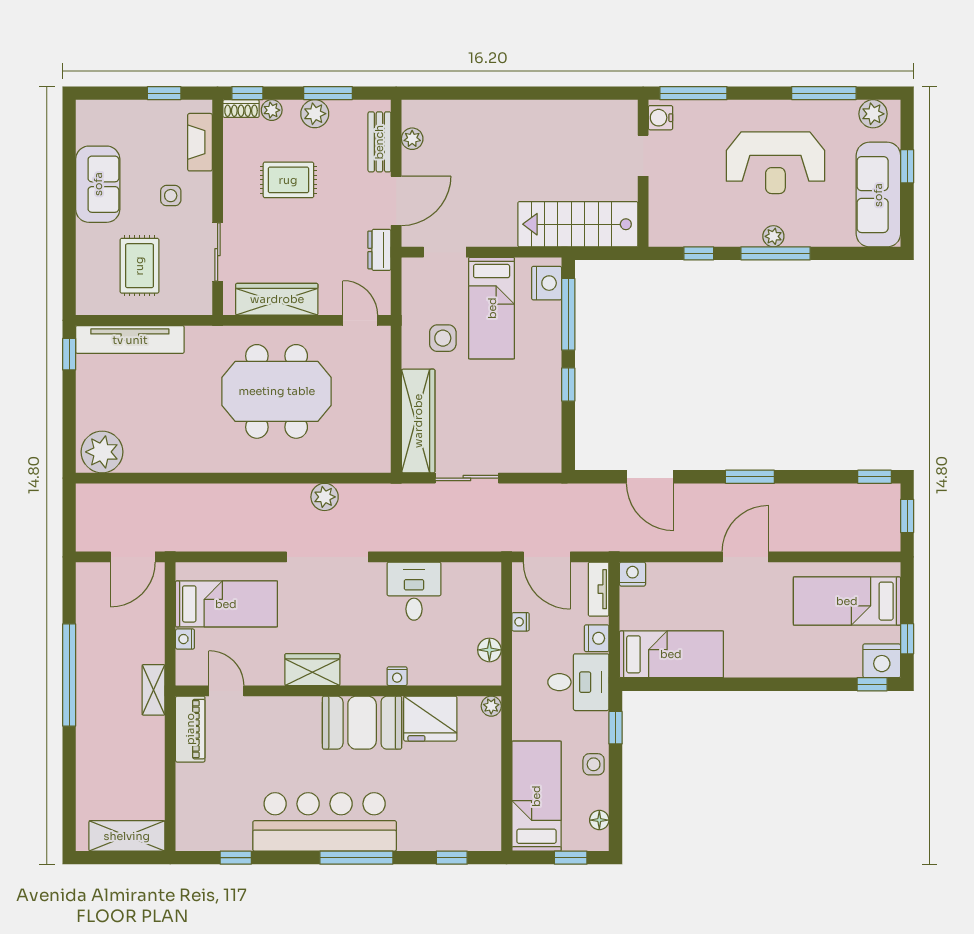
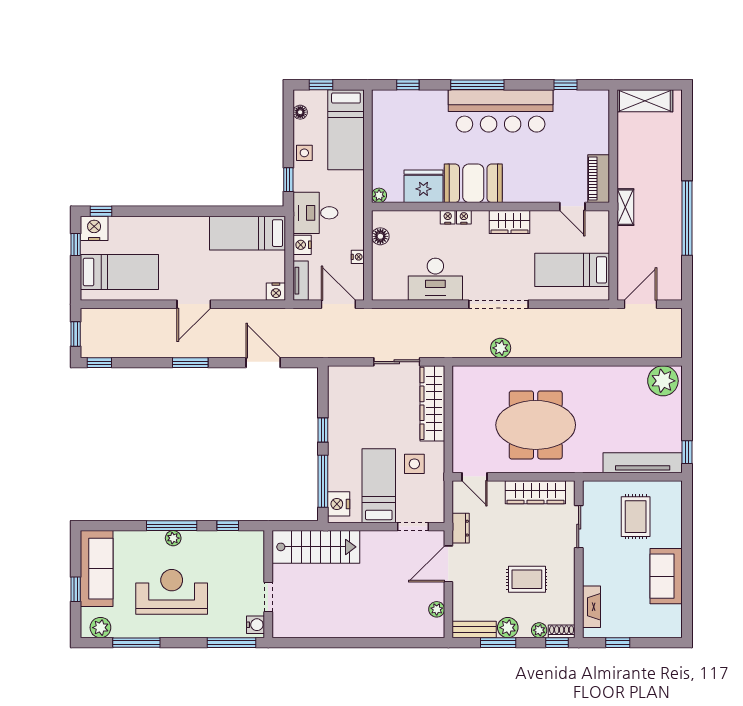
bench: (379, 142) -> (474, 629), moved, turned 90
side table: (171, 196) -> (613, 568), removed
desk: (414, 591) -> (435, 279), width x1.37
nightstand: (185, 639) -> (464, 217), moved, turned -90

